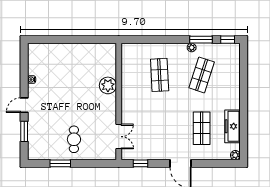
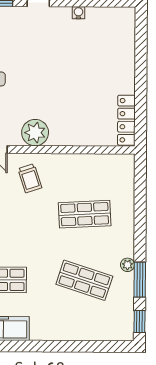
locker: (100, 49) -> (126, 120), added
plant: (108, 85) -> (35, 133), moved
trolley: (137, 110) -> (30, 178), added

